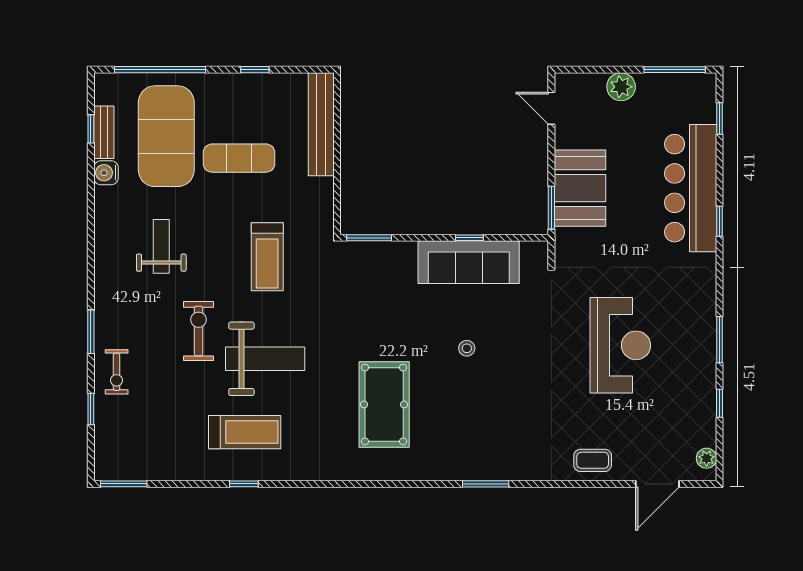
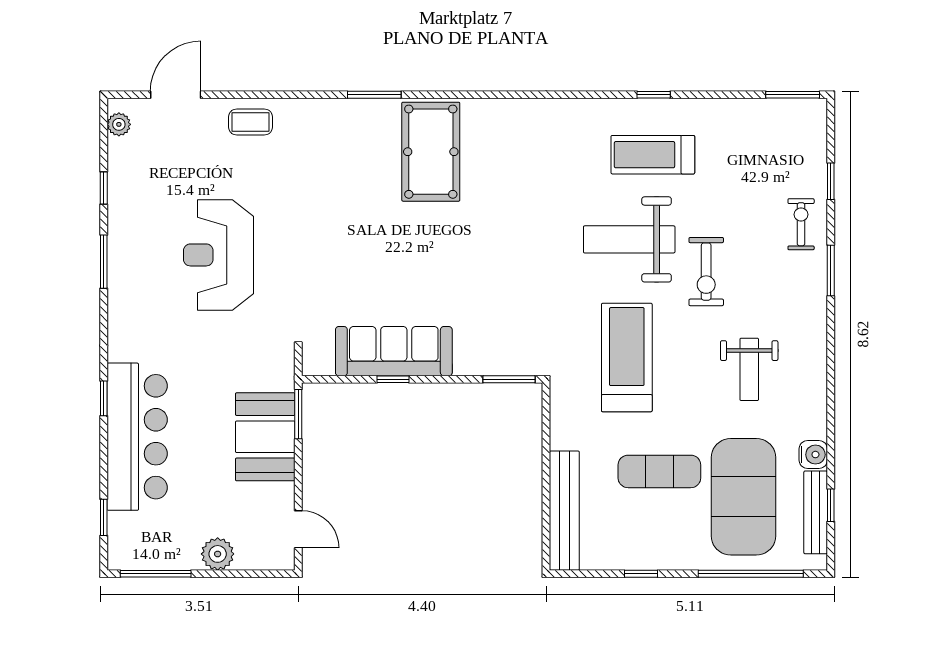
bench: (104, 132) -> (816, 512), width x1.36
treadmill: (267, 257) -> (627, 357), width x1.37, depth x1.38
stool: (467, 348) -> (396, 252), removed
pool table: (384, 404) -> (431, 152), moved

